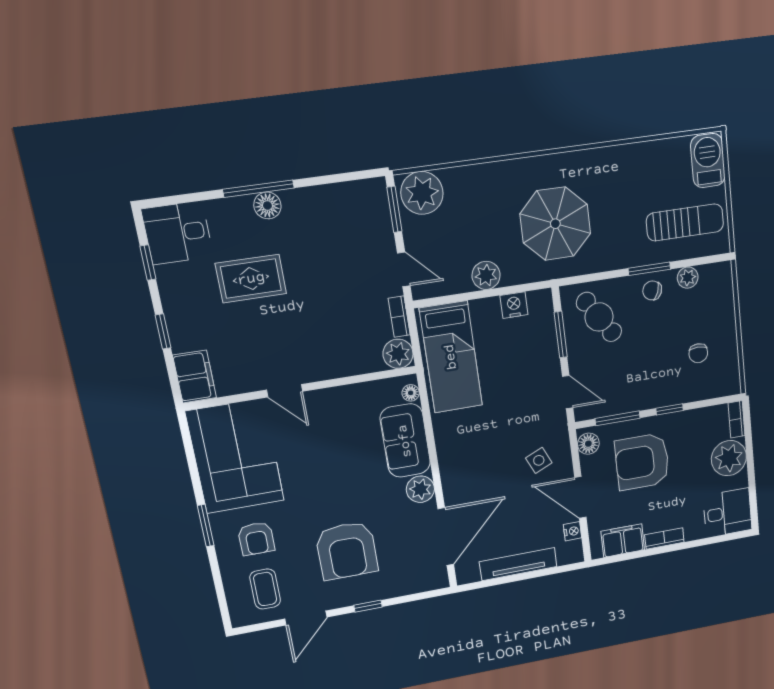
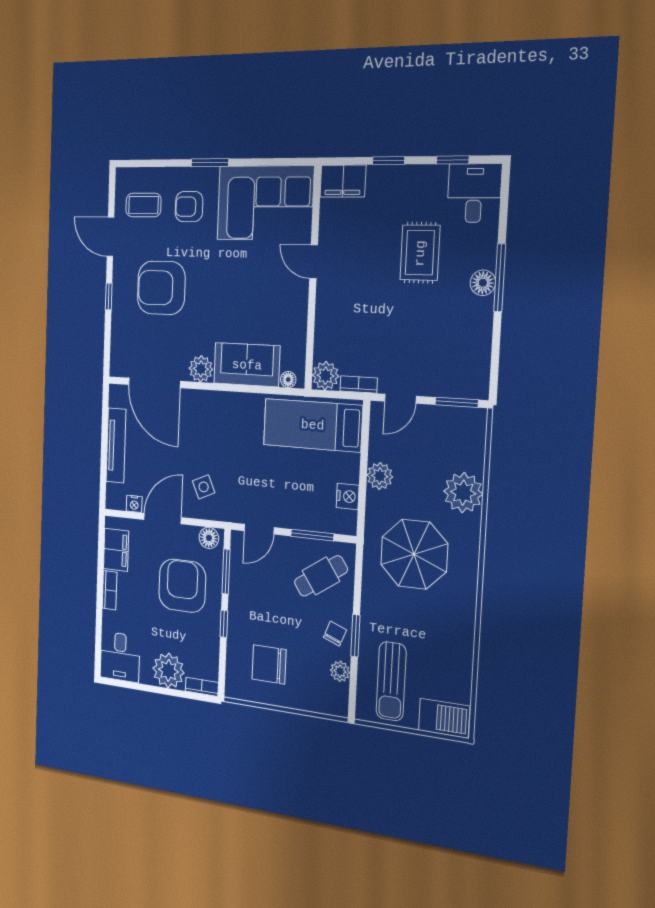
plant: (422, 193) -> (463, 493), moved
chair: (698, 353) -> (269, 664), width x1.87, depth x1.87
door: (285, 391) -> (314, 262), hinge flipped

